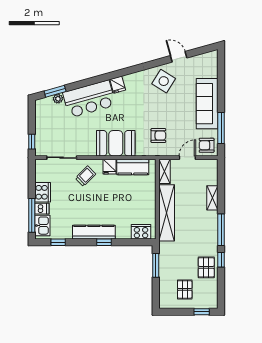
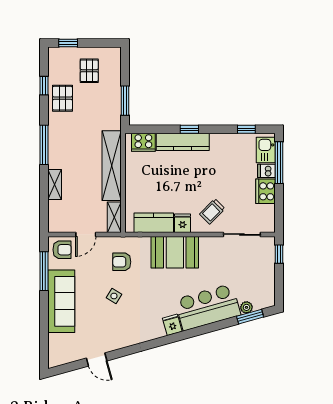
side table: (164, 81) -> (114, 296), moved, width x0.54, depth x0.54
kitchen counter: (94, 232) -> (183, 142), moved
window: (221, 260) -> (44, 86), moved

